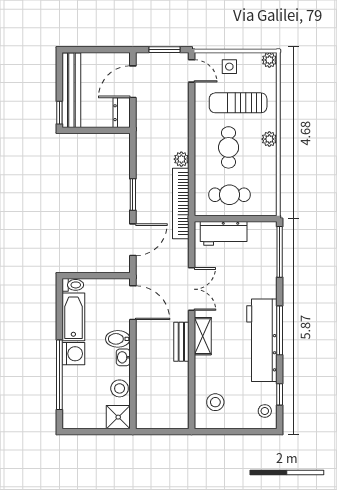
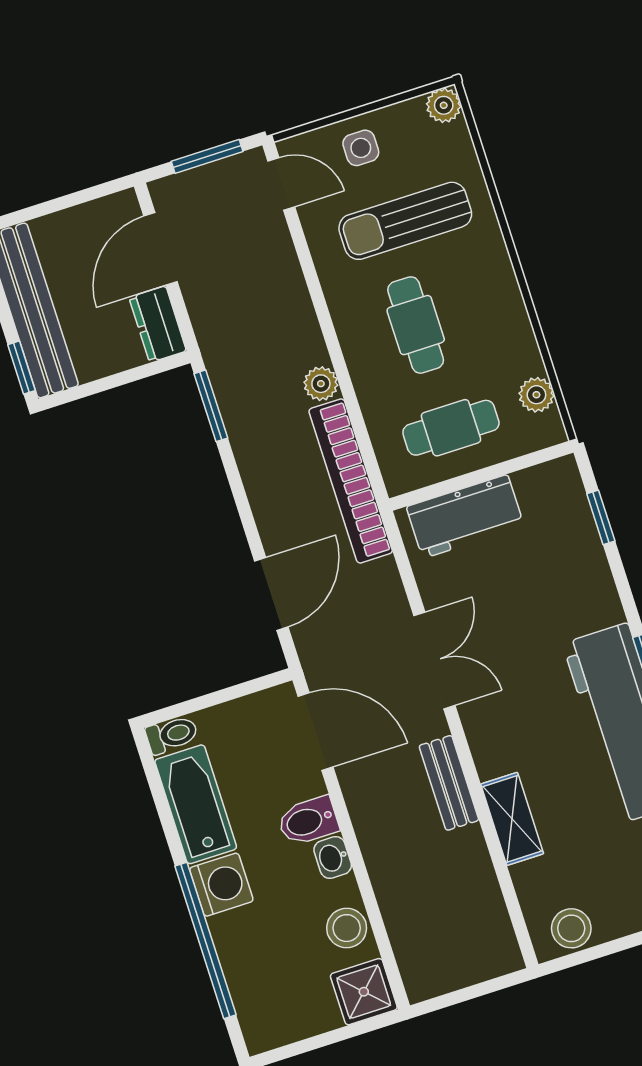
plant: (269, 139) -> (536, 395), moved
window: (133, 195) -> (211, 406), moved
window: (280, 252) -> (601, 517), width x0.46
shelving: (203, 336) -> (512, 819), moved
stool: (215, 402) -> (571, 928), moved

